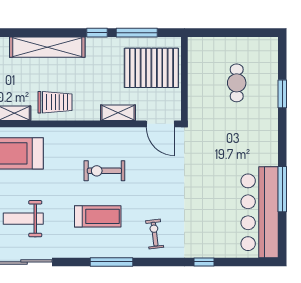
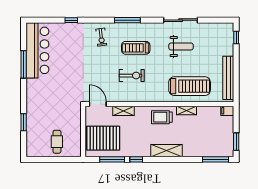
shelving: (47, 47) -> (166, 151), width x0.68
cafe table: (237, 83) -> (57, 142), moved

